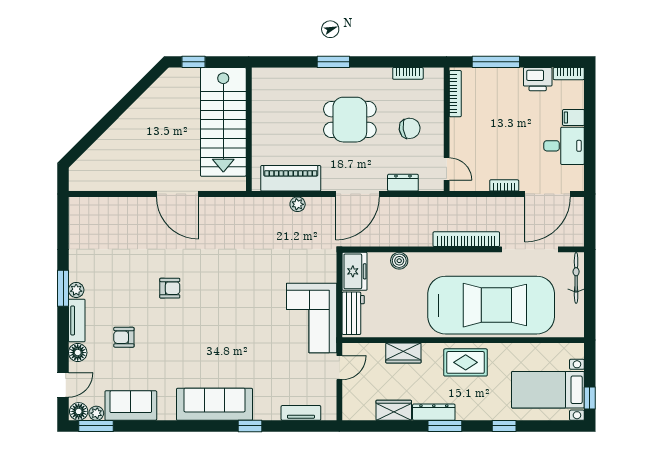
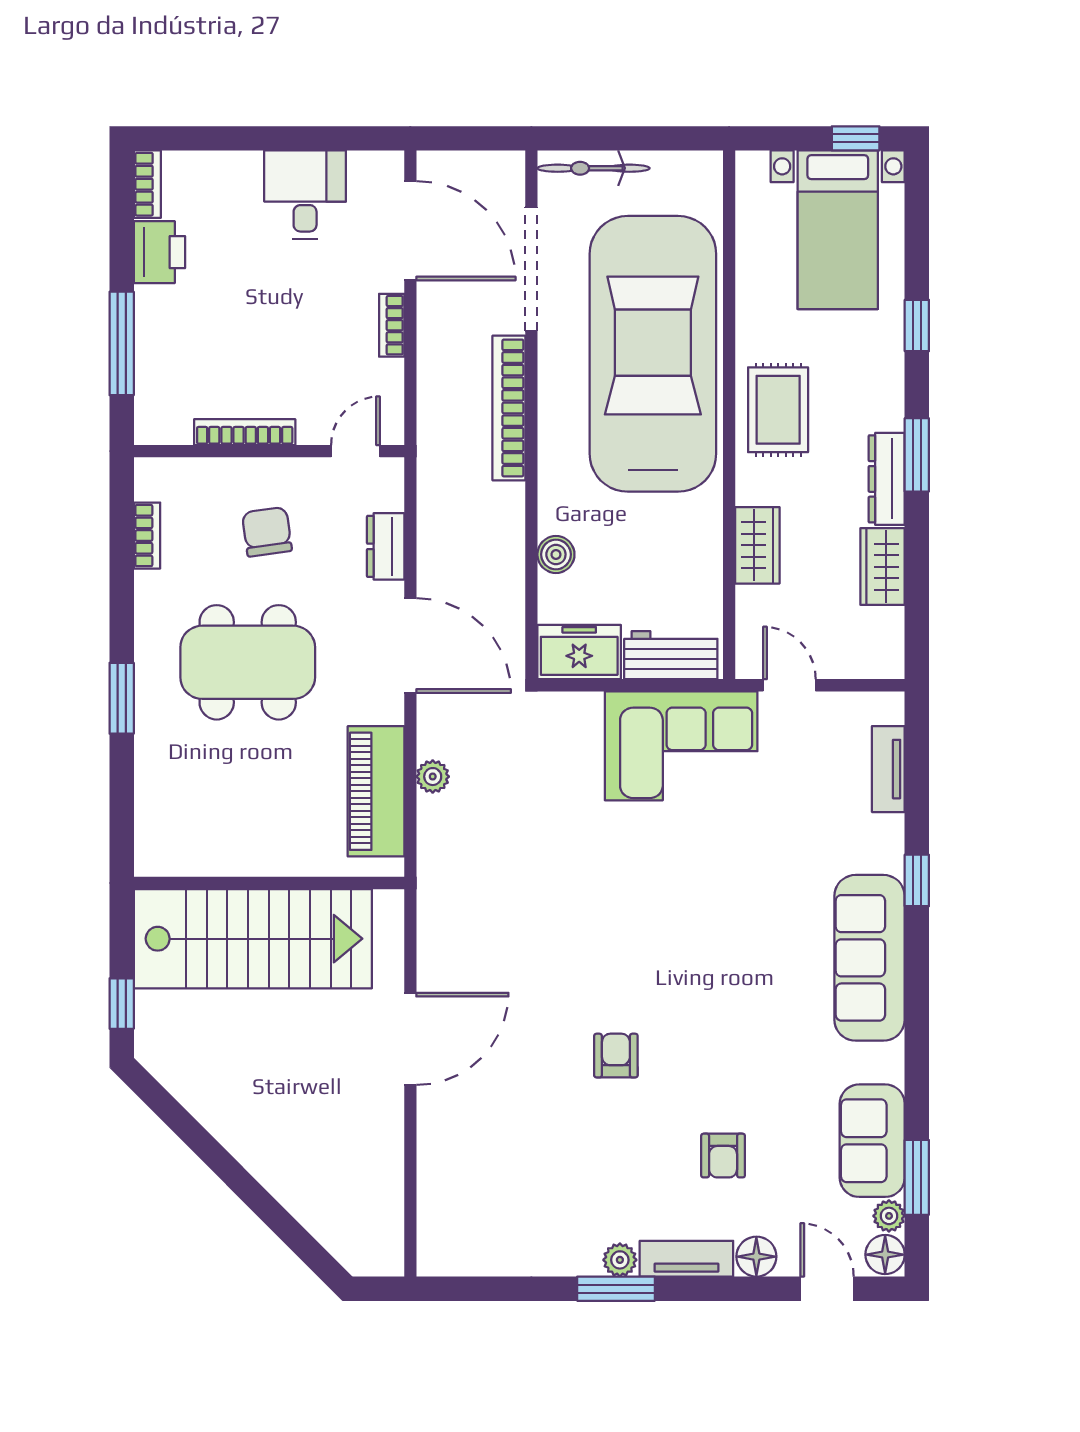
bookcase: (455, 94) -> (245, 432), moved
filing cabinet: (573, 118) -> (243, 174), removed
dining table: (350, 120) -> (248, 662), width x1.37
window: (96, 426) -> (917, 1177), moved

